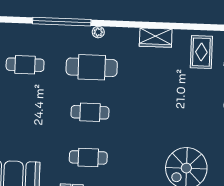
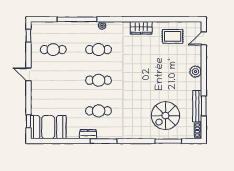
rug: (201, 52) -> (173, 36), turned 90
cafe table: (92, 67) -> (99, 50), width x0.73, depth x0.74

